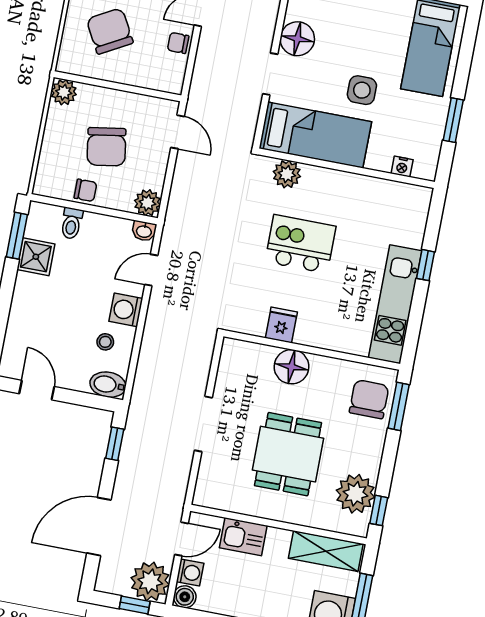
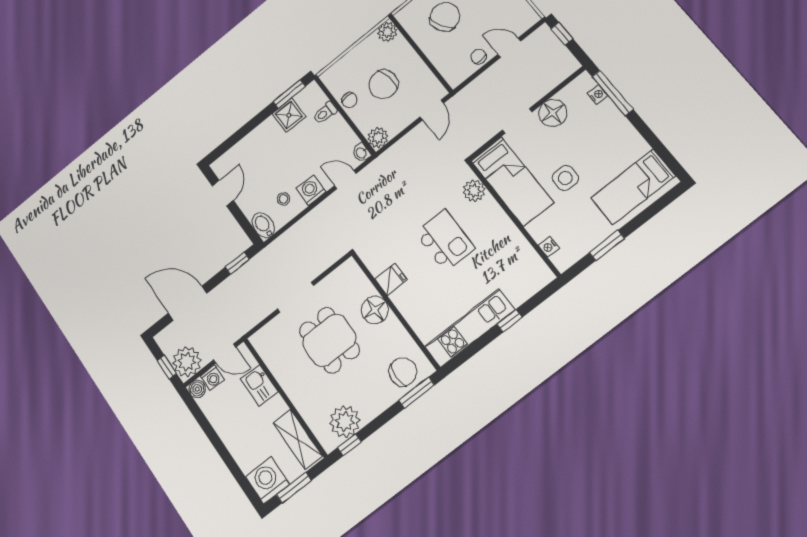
dining table: (288, 454) -> (329, 340), moved, turned 90

